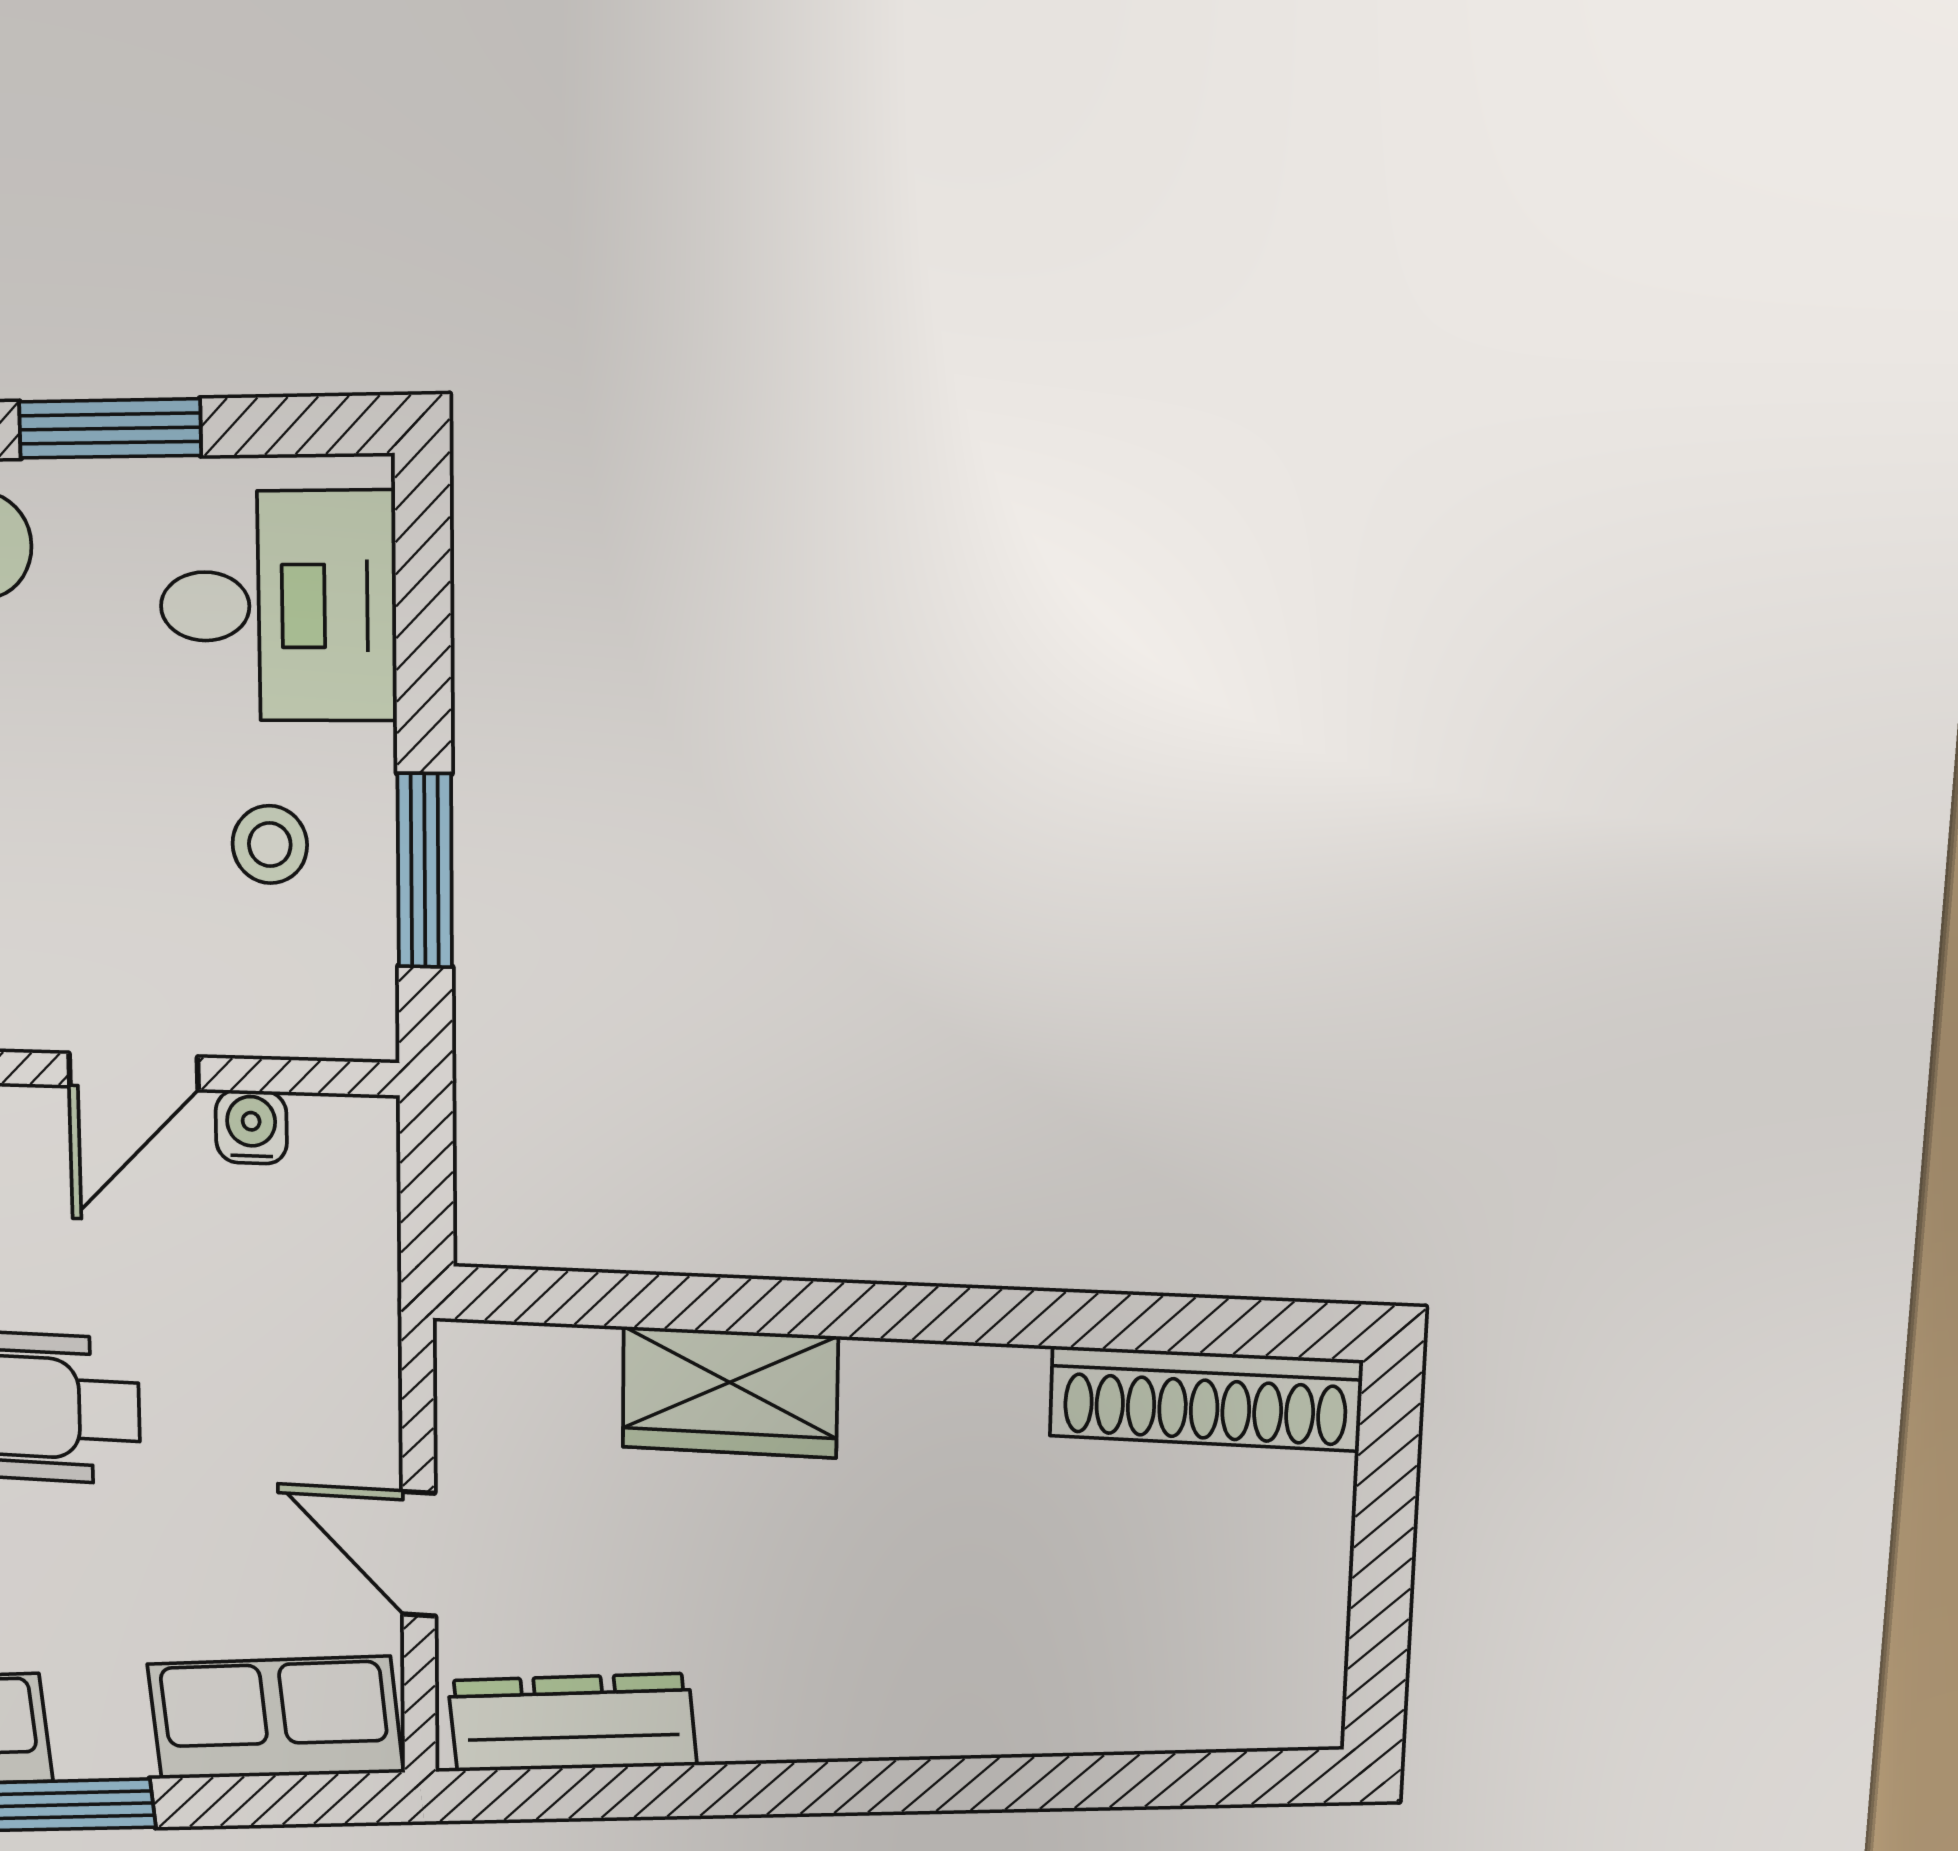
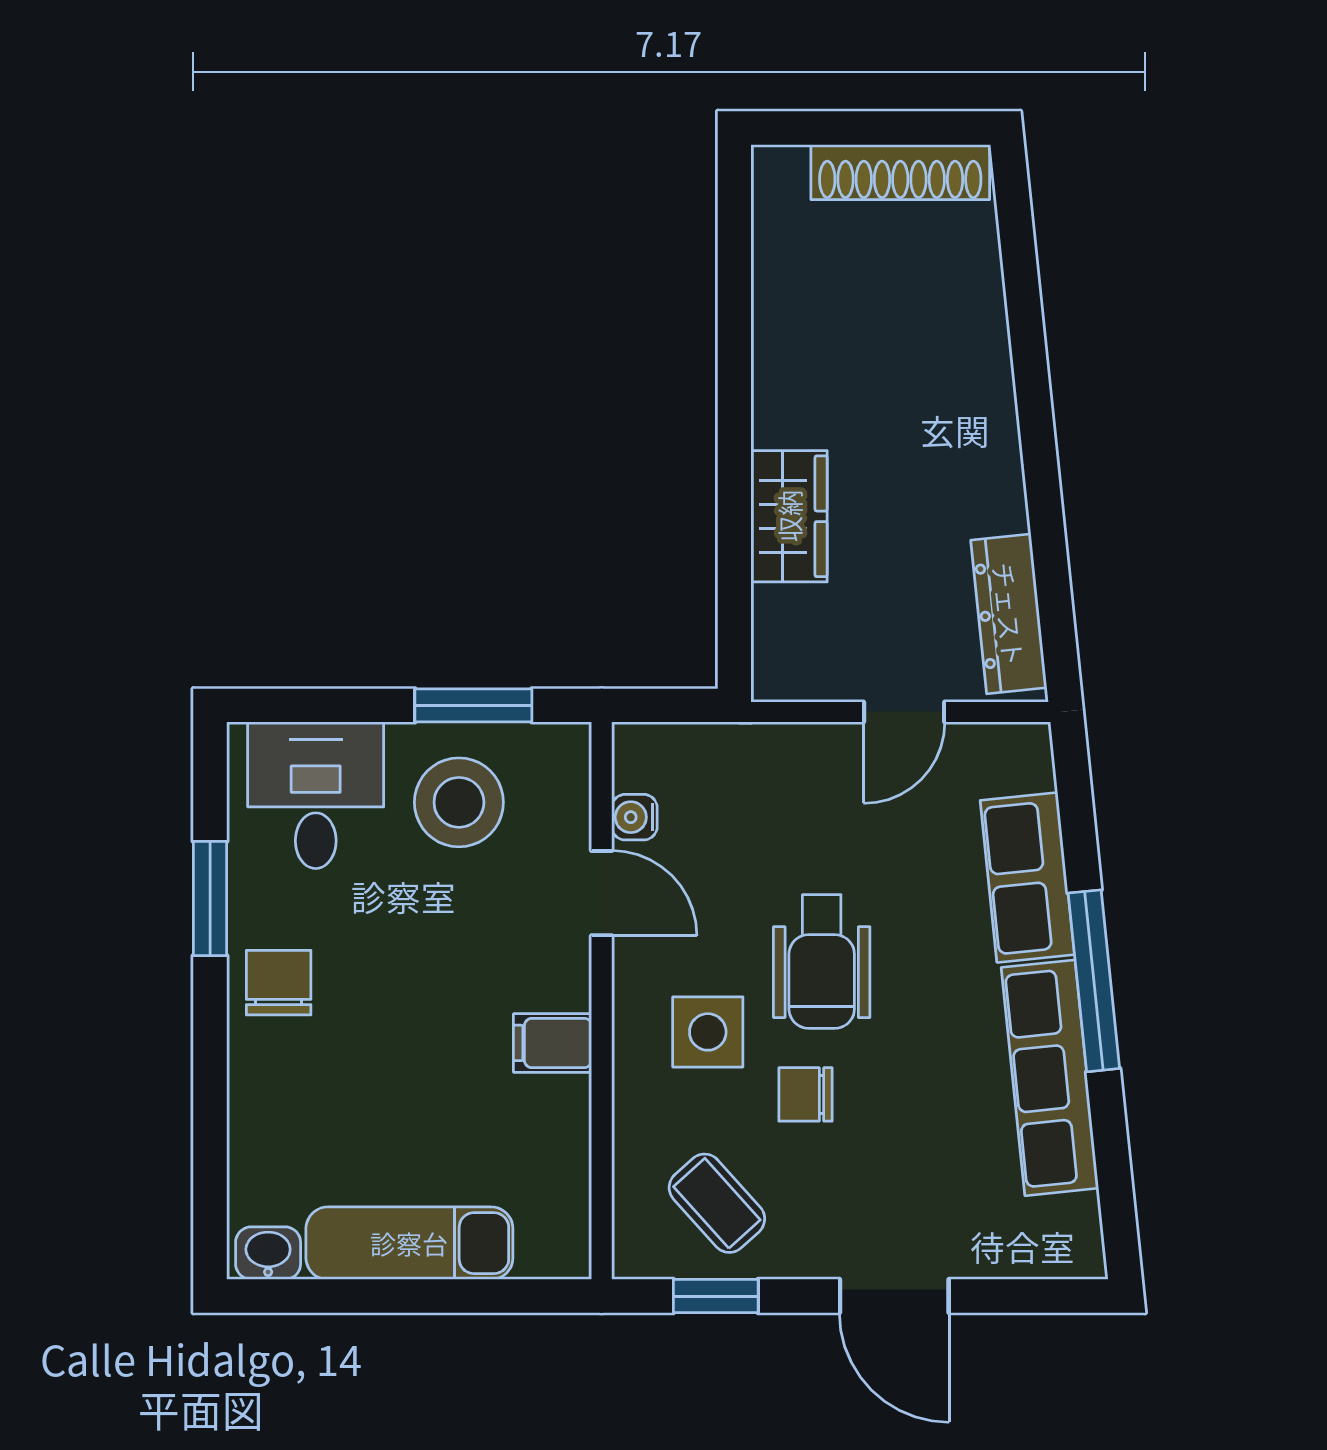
stool: (270, 844) -> (459, 802), width x1.89, depth x1.89
shoe rack: (1205, 1398) -> (900, 172), moved, turned 90
row of seats: (275, 1718) -> (1027, 877), moved

